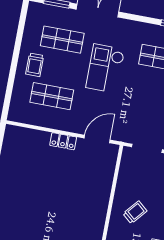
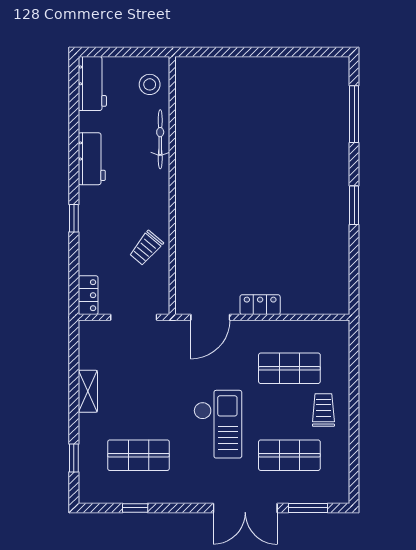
trolley: (135, 212) -> (146, 248), moved

